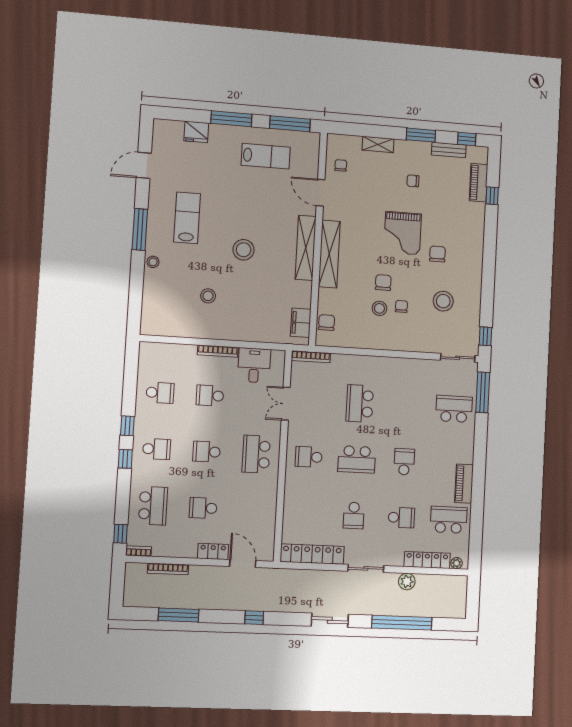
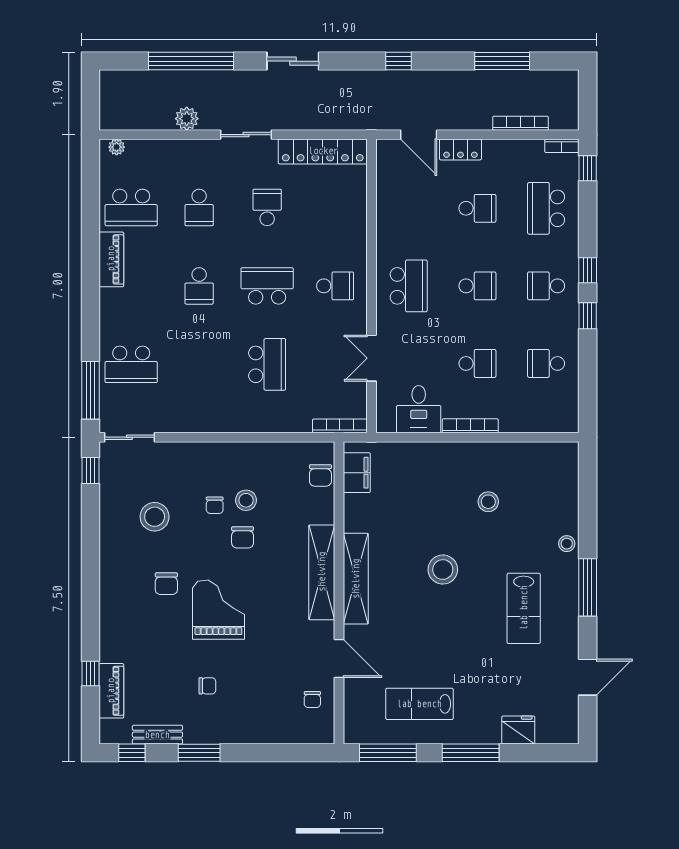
shelving: (378, 144) -> (260, 734), removed
double door: (286, 404) -> (371, 358), swing flipped
school desk: (401, 518) -> (199, 207), turned -90
locker: (427, 560) -> (159, 150), removed

